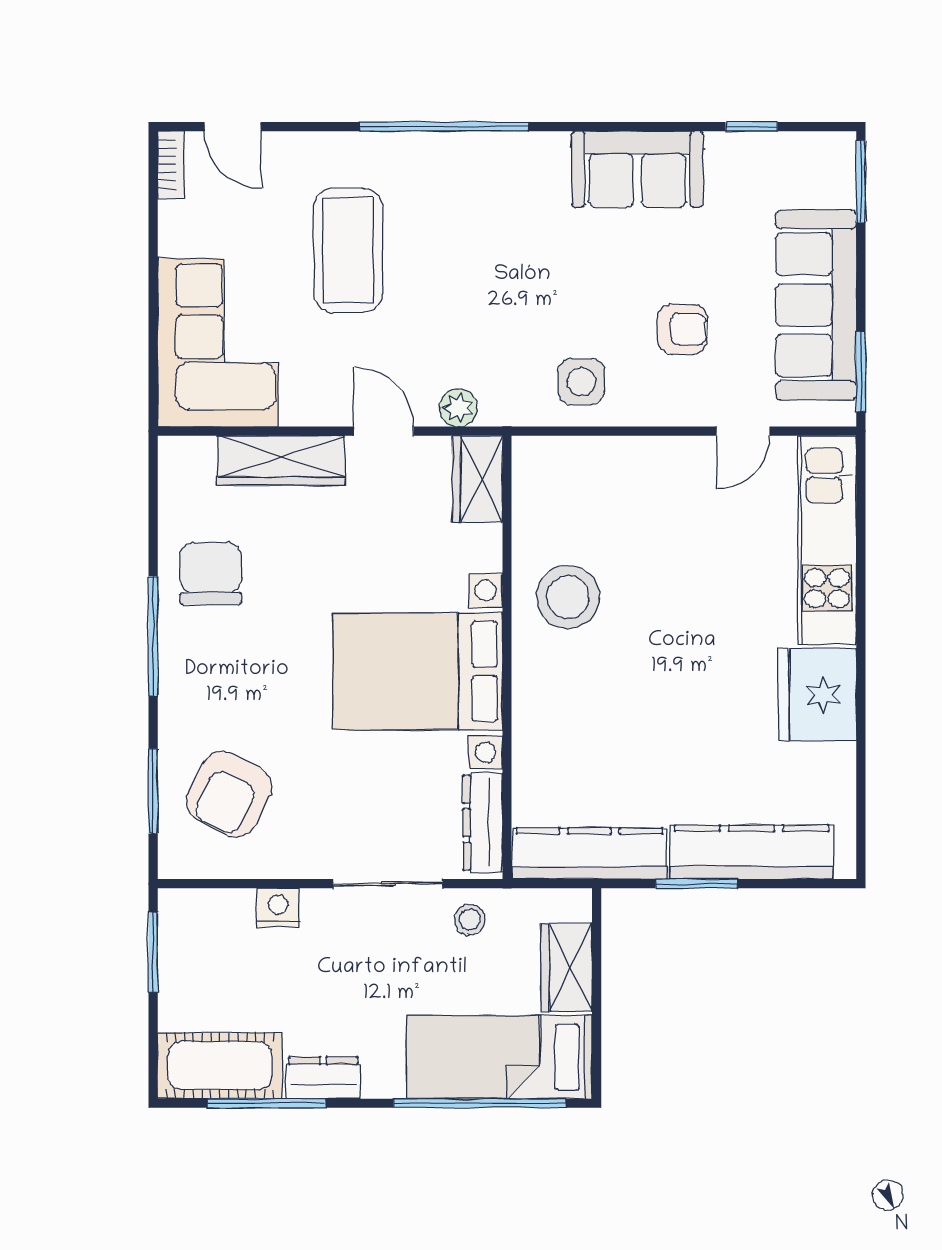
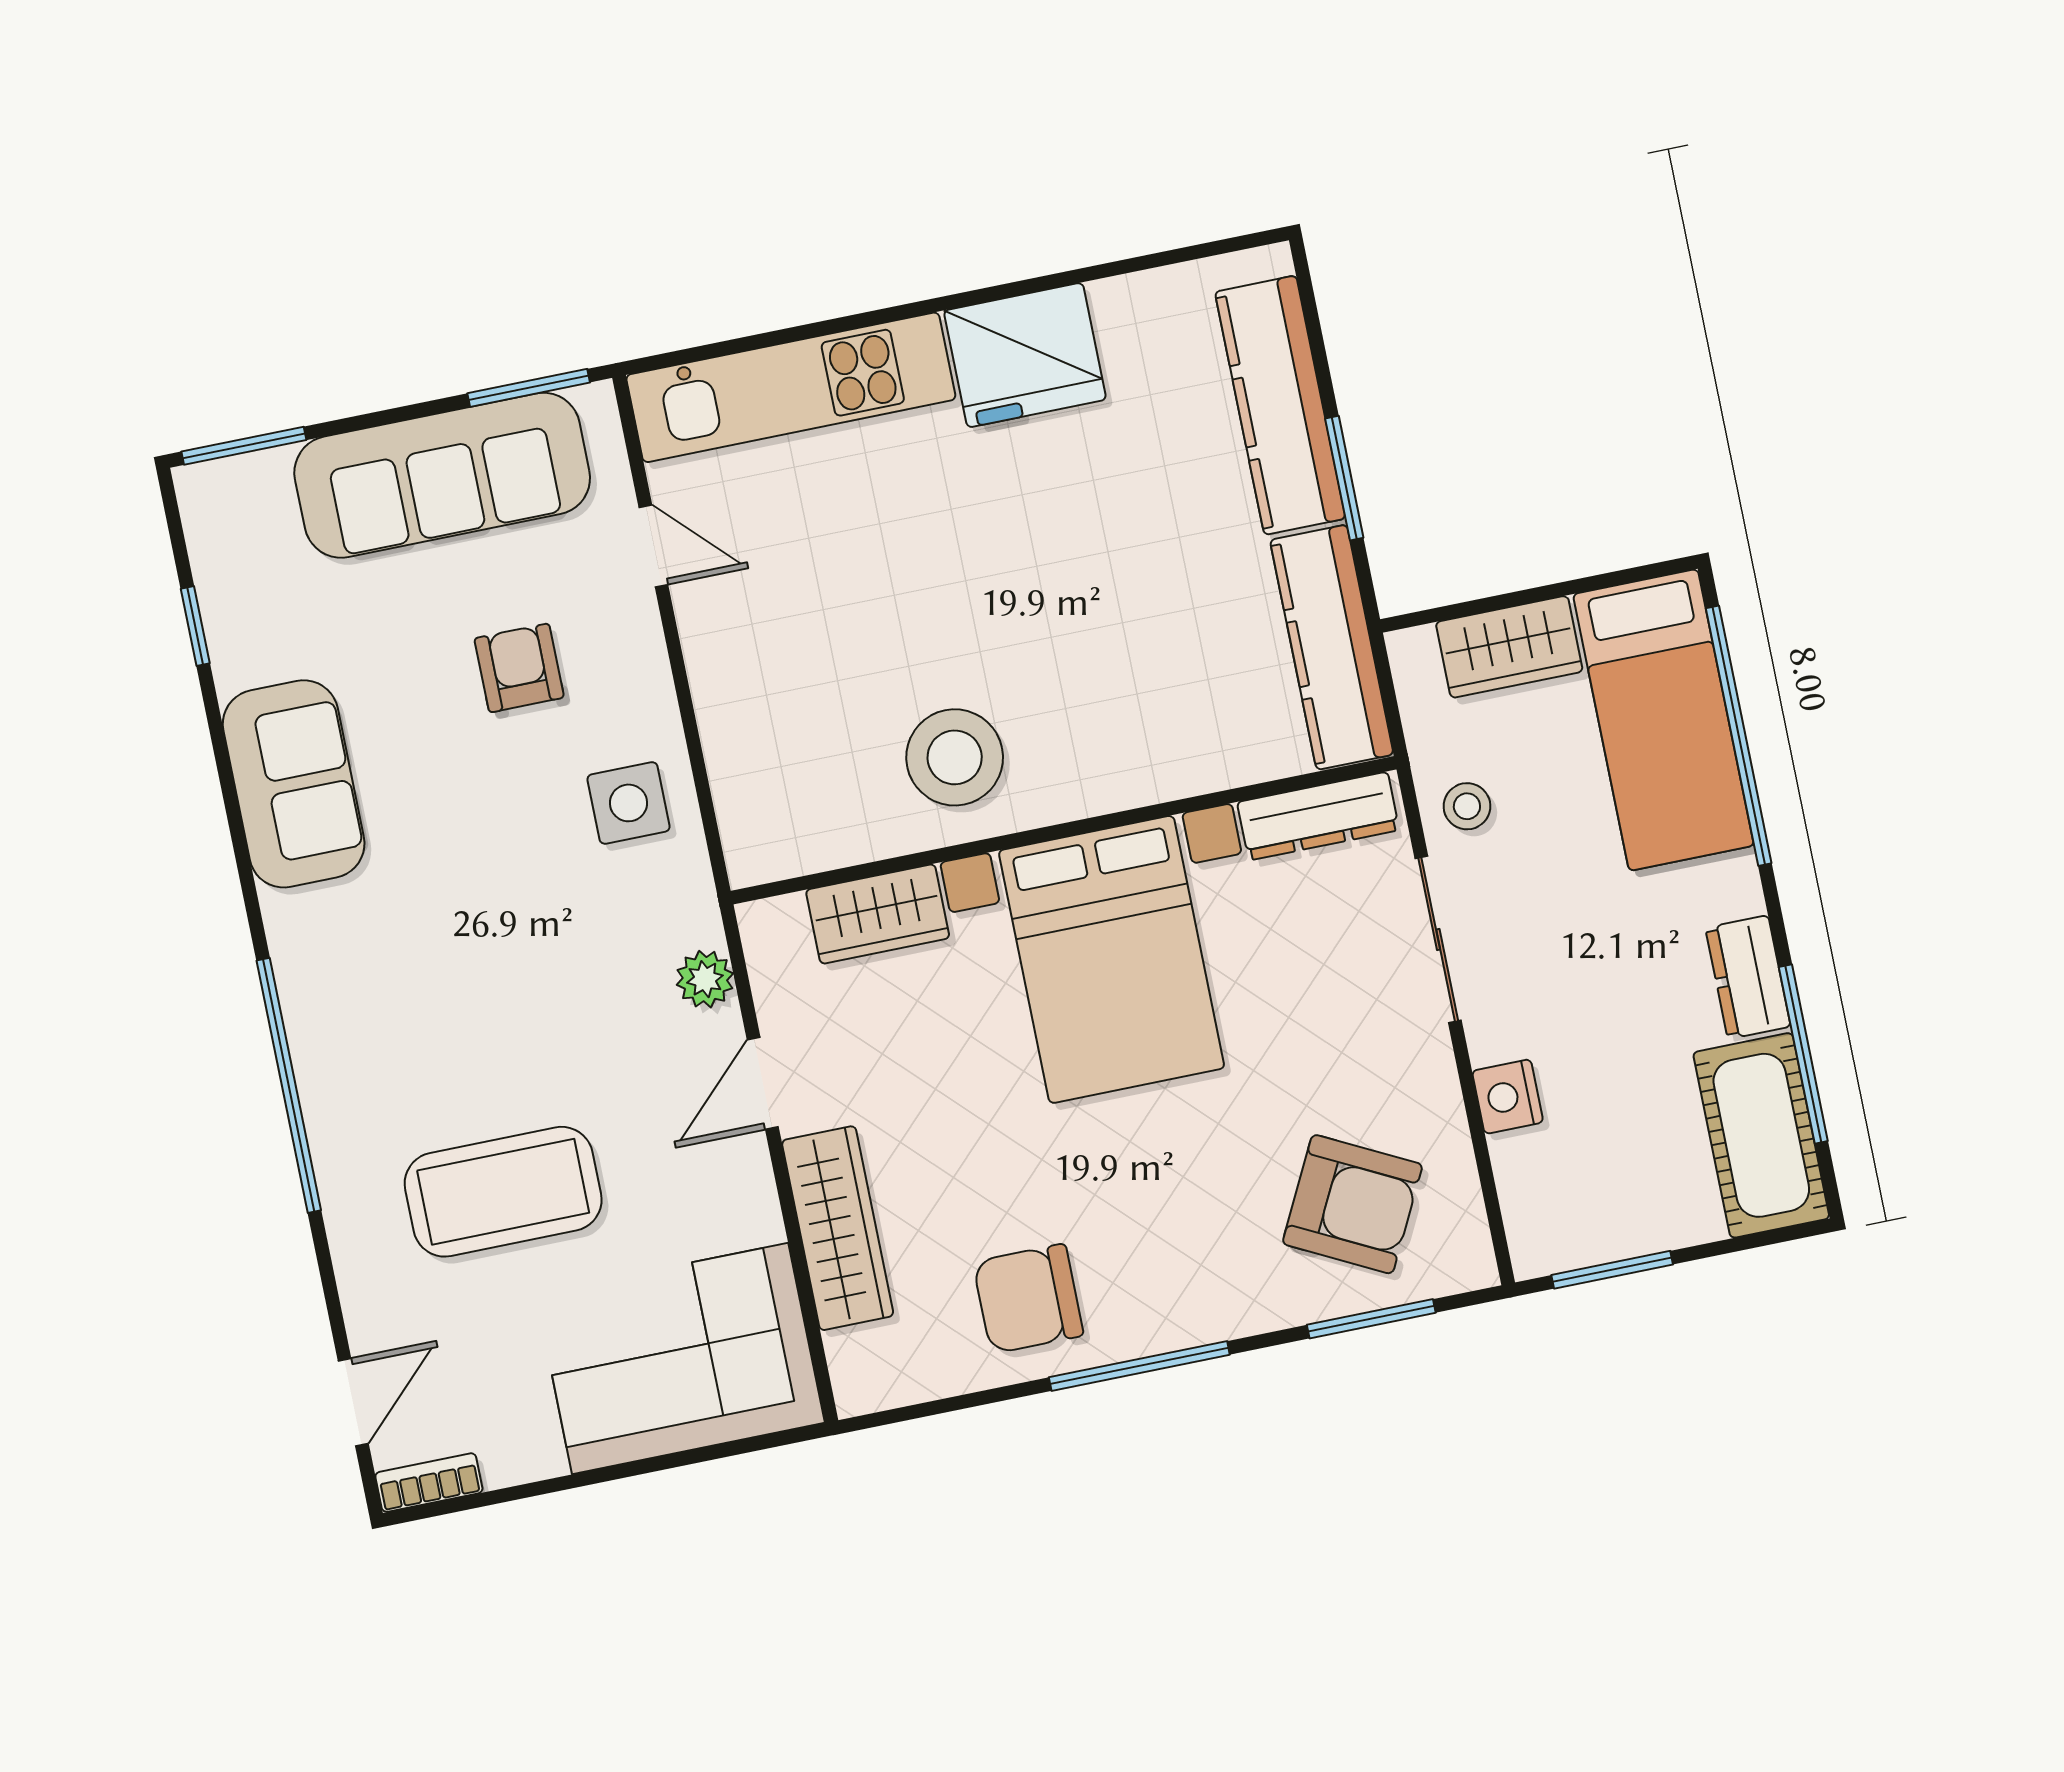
wardrobe: (477, 479) -> (878, 914), moved

